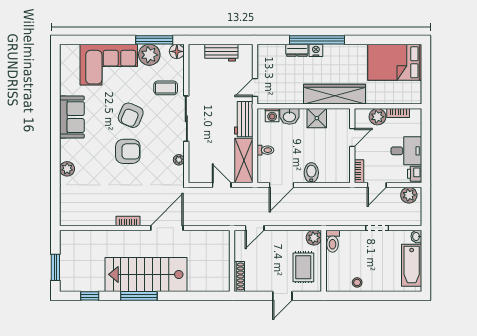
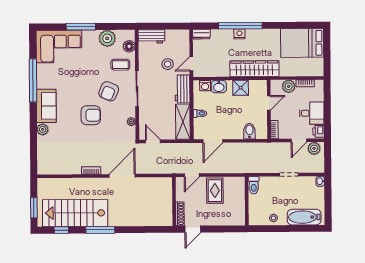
window: (154, 40) -> (81, 27), moved
dresser: (297, 50) -> (201, 34), moved
floor lamp: (177, 51) -> (129, 46), moved
workbench: (221, 53) -> (151, 36), moved
corner sofa: (109, 65) -> (59, 47), moved
stool: (225, 88) -> (168, 64), added
window: (55, 107) -> (33, 80), added
armchair: (131, 115) -> (109, 91), moved
sofa: (72, 117) -> (46, 106), moved
bidet: (311, 173) -> (249, 131), moved
door: (222, 185) -> (153, 141), moved
door: (377, 185) -> (299, 140), moved
plant: (314, 238) -> (239, 183), removed
bathtub: (412, 265) -> (304, 217), moved, turned 90
rug: (303, 267) -> (215, 191), moved
stairs: (146, 274) -> (75, 213), moved
door: (282, 296) -> (193, 229), moved

